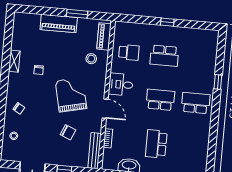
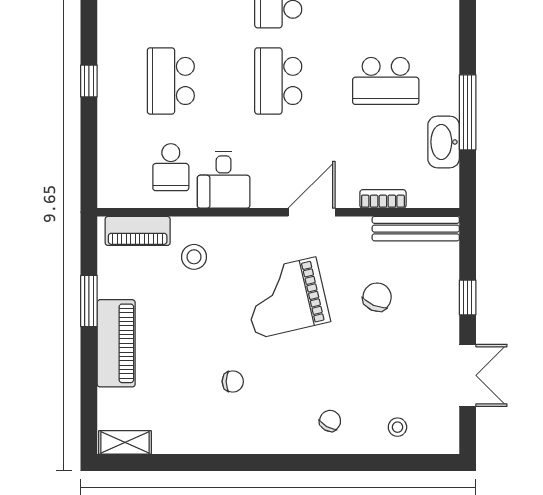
school desk: (129, 52) -> (171, 167), turned 180
school desk: (164, 56) -> (171, 81), turned 180
shelving: (14, 61) -> (125, 442), moved
desk: (121, 85) -> (224, 180), moved

